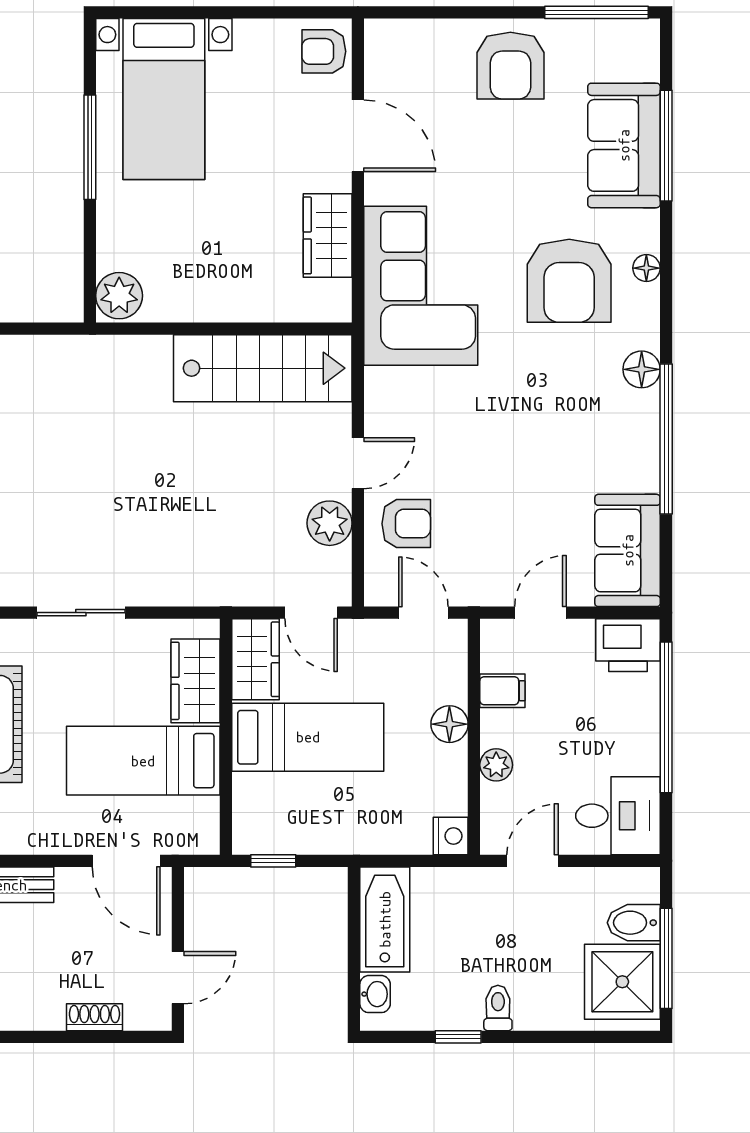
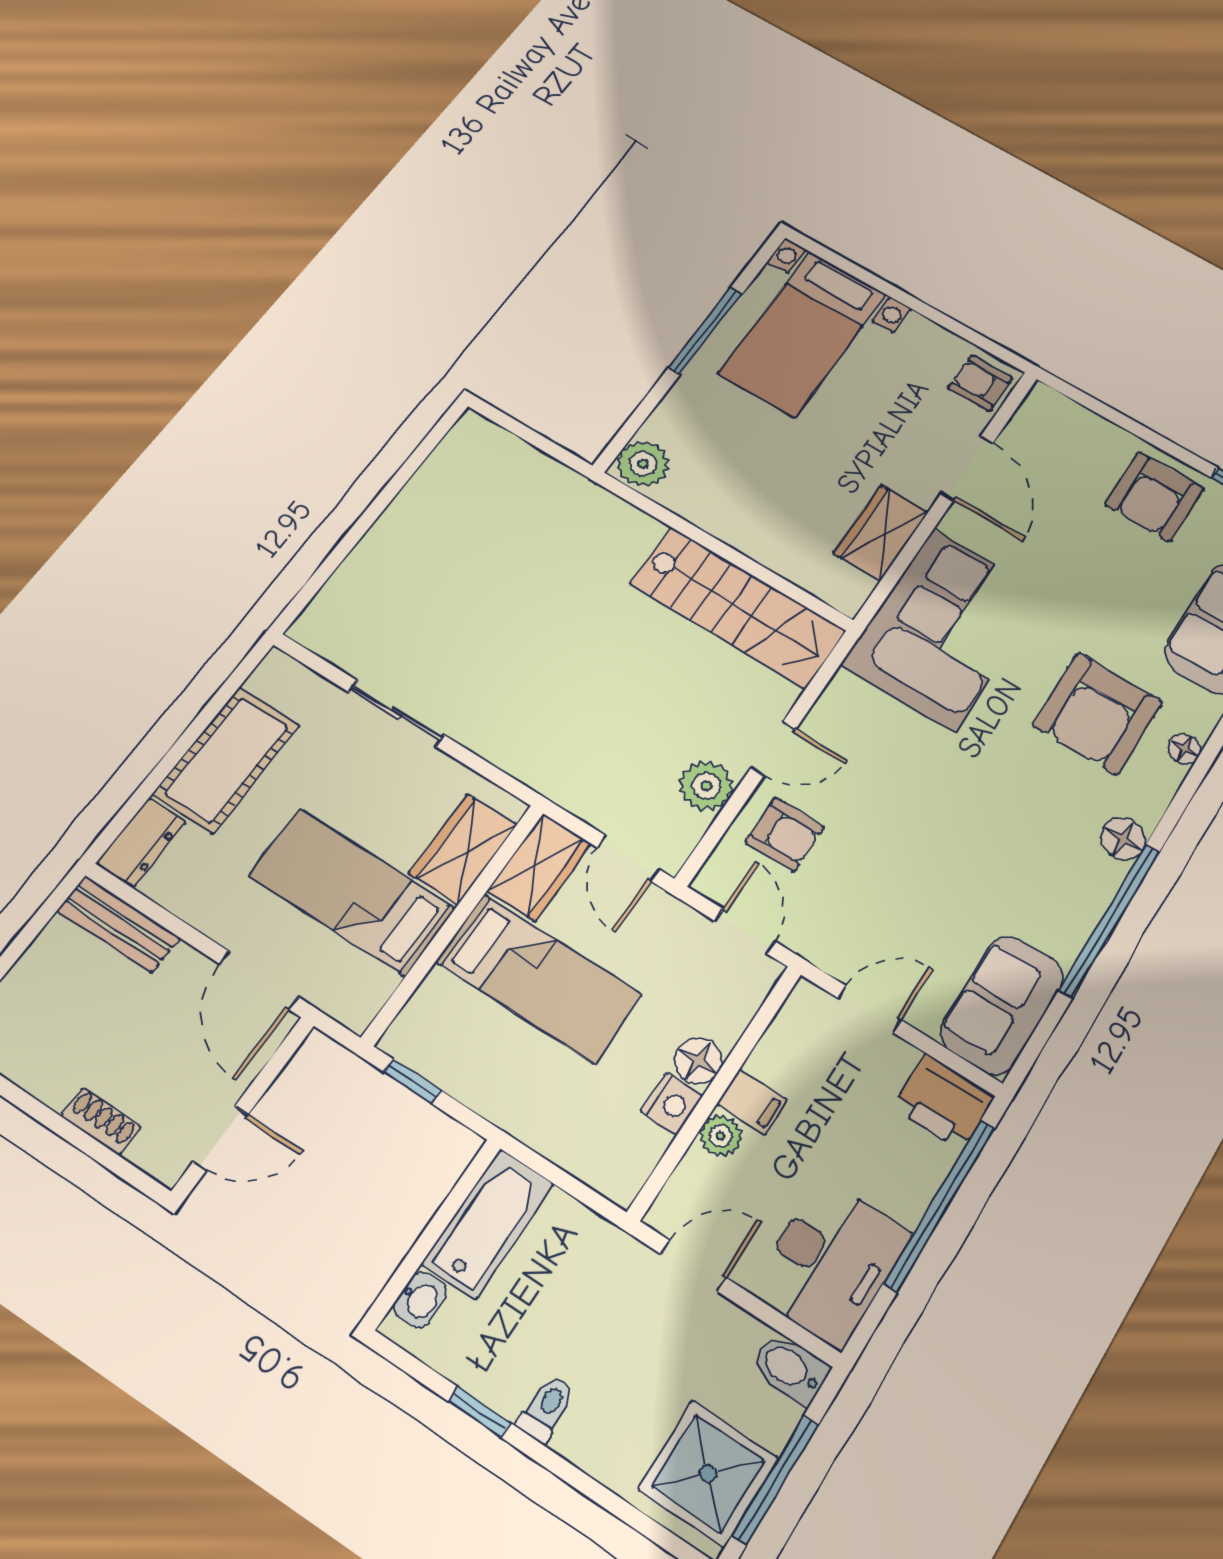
filing cabinet: (502, 691) -> (752, 1102), moved
desk: (618, 816) -> (830, 1262), width x1.37
nightstand: (451, 836) -> (671, 1104), moved
bidet: (634, 923) -> (790, 1369), moved

